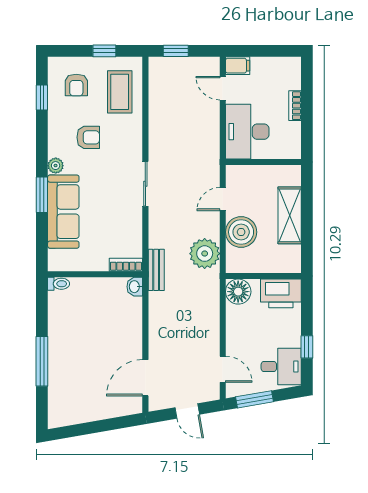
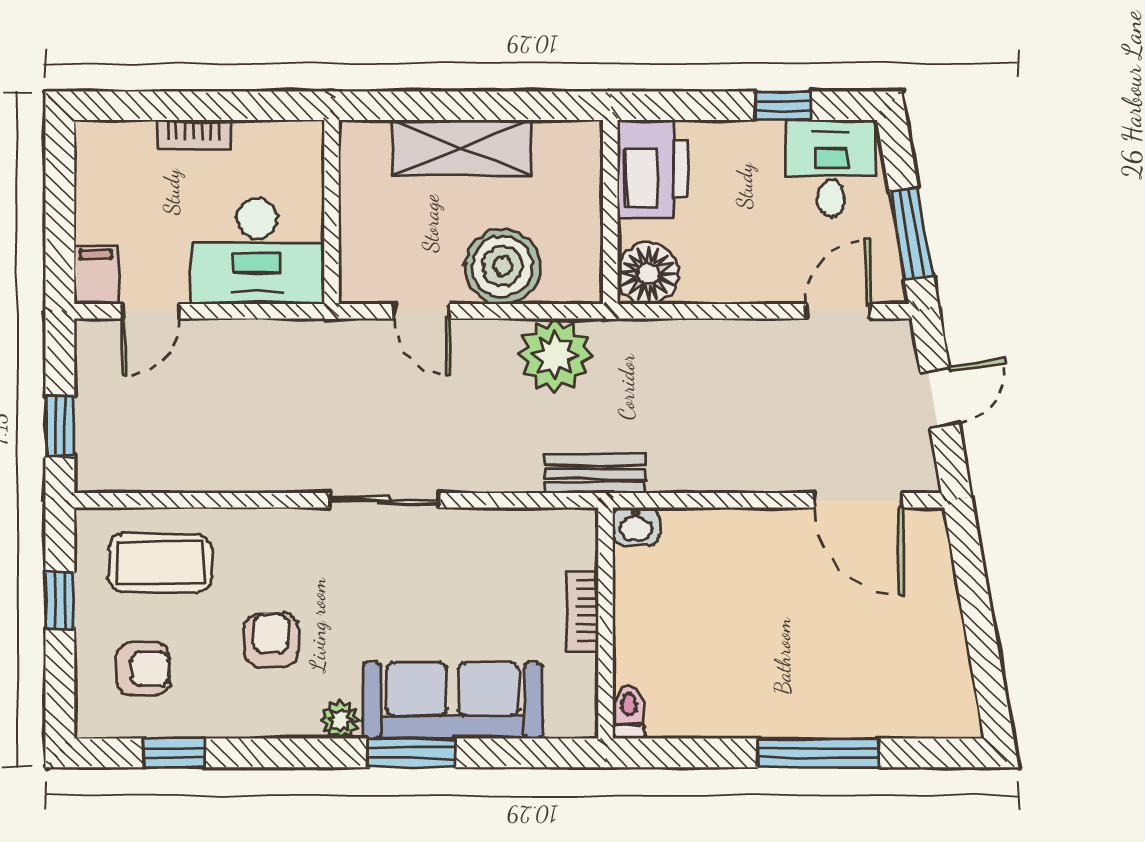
bookcase: (126, 265) -> (582, 611), moved

